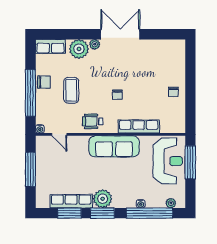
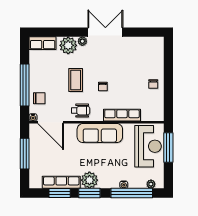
chair: (44, 82) -> (39, 98), moved
coffee table: (71, 90) -> (76, 80), moved
wheelchair: (93, 121) -> (81, 111), turned 180
door: (59, 134) -> (51, 122), width x1.87

